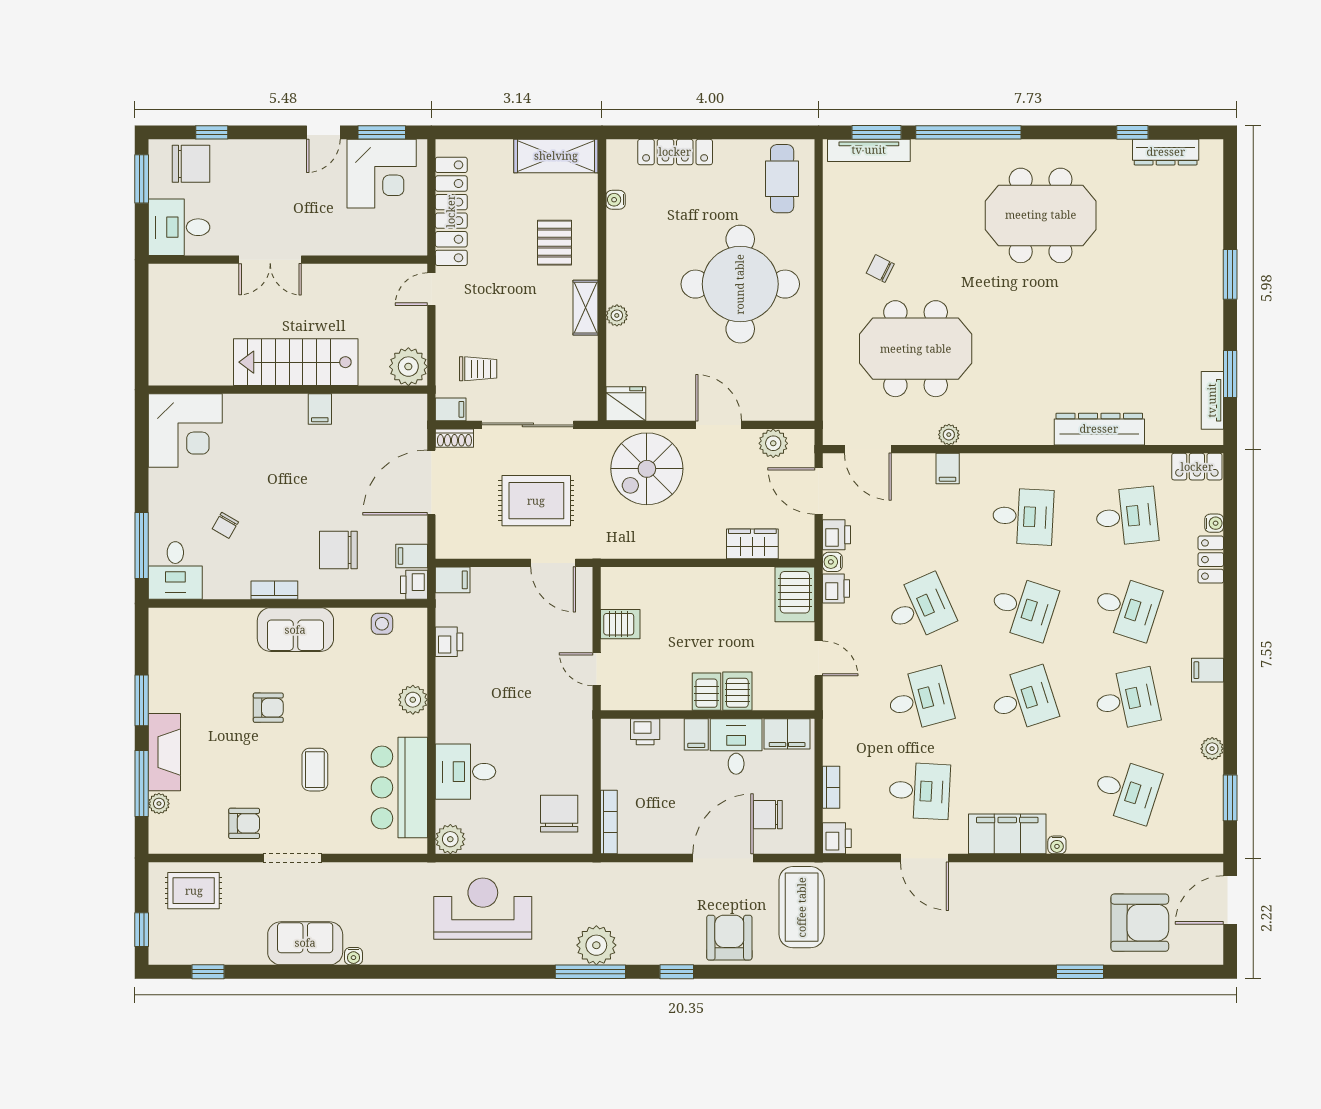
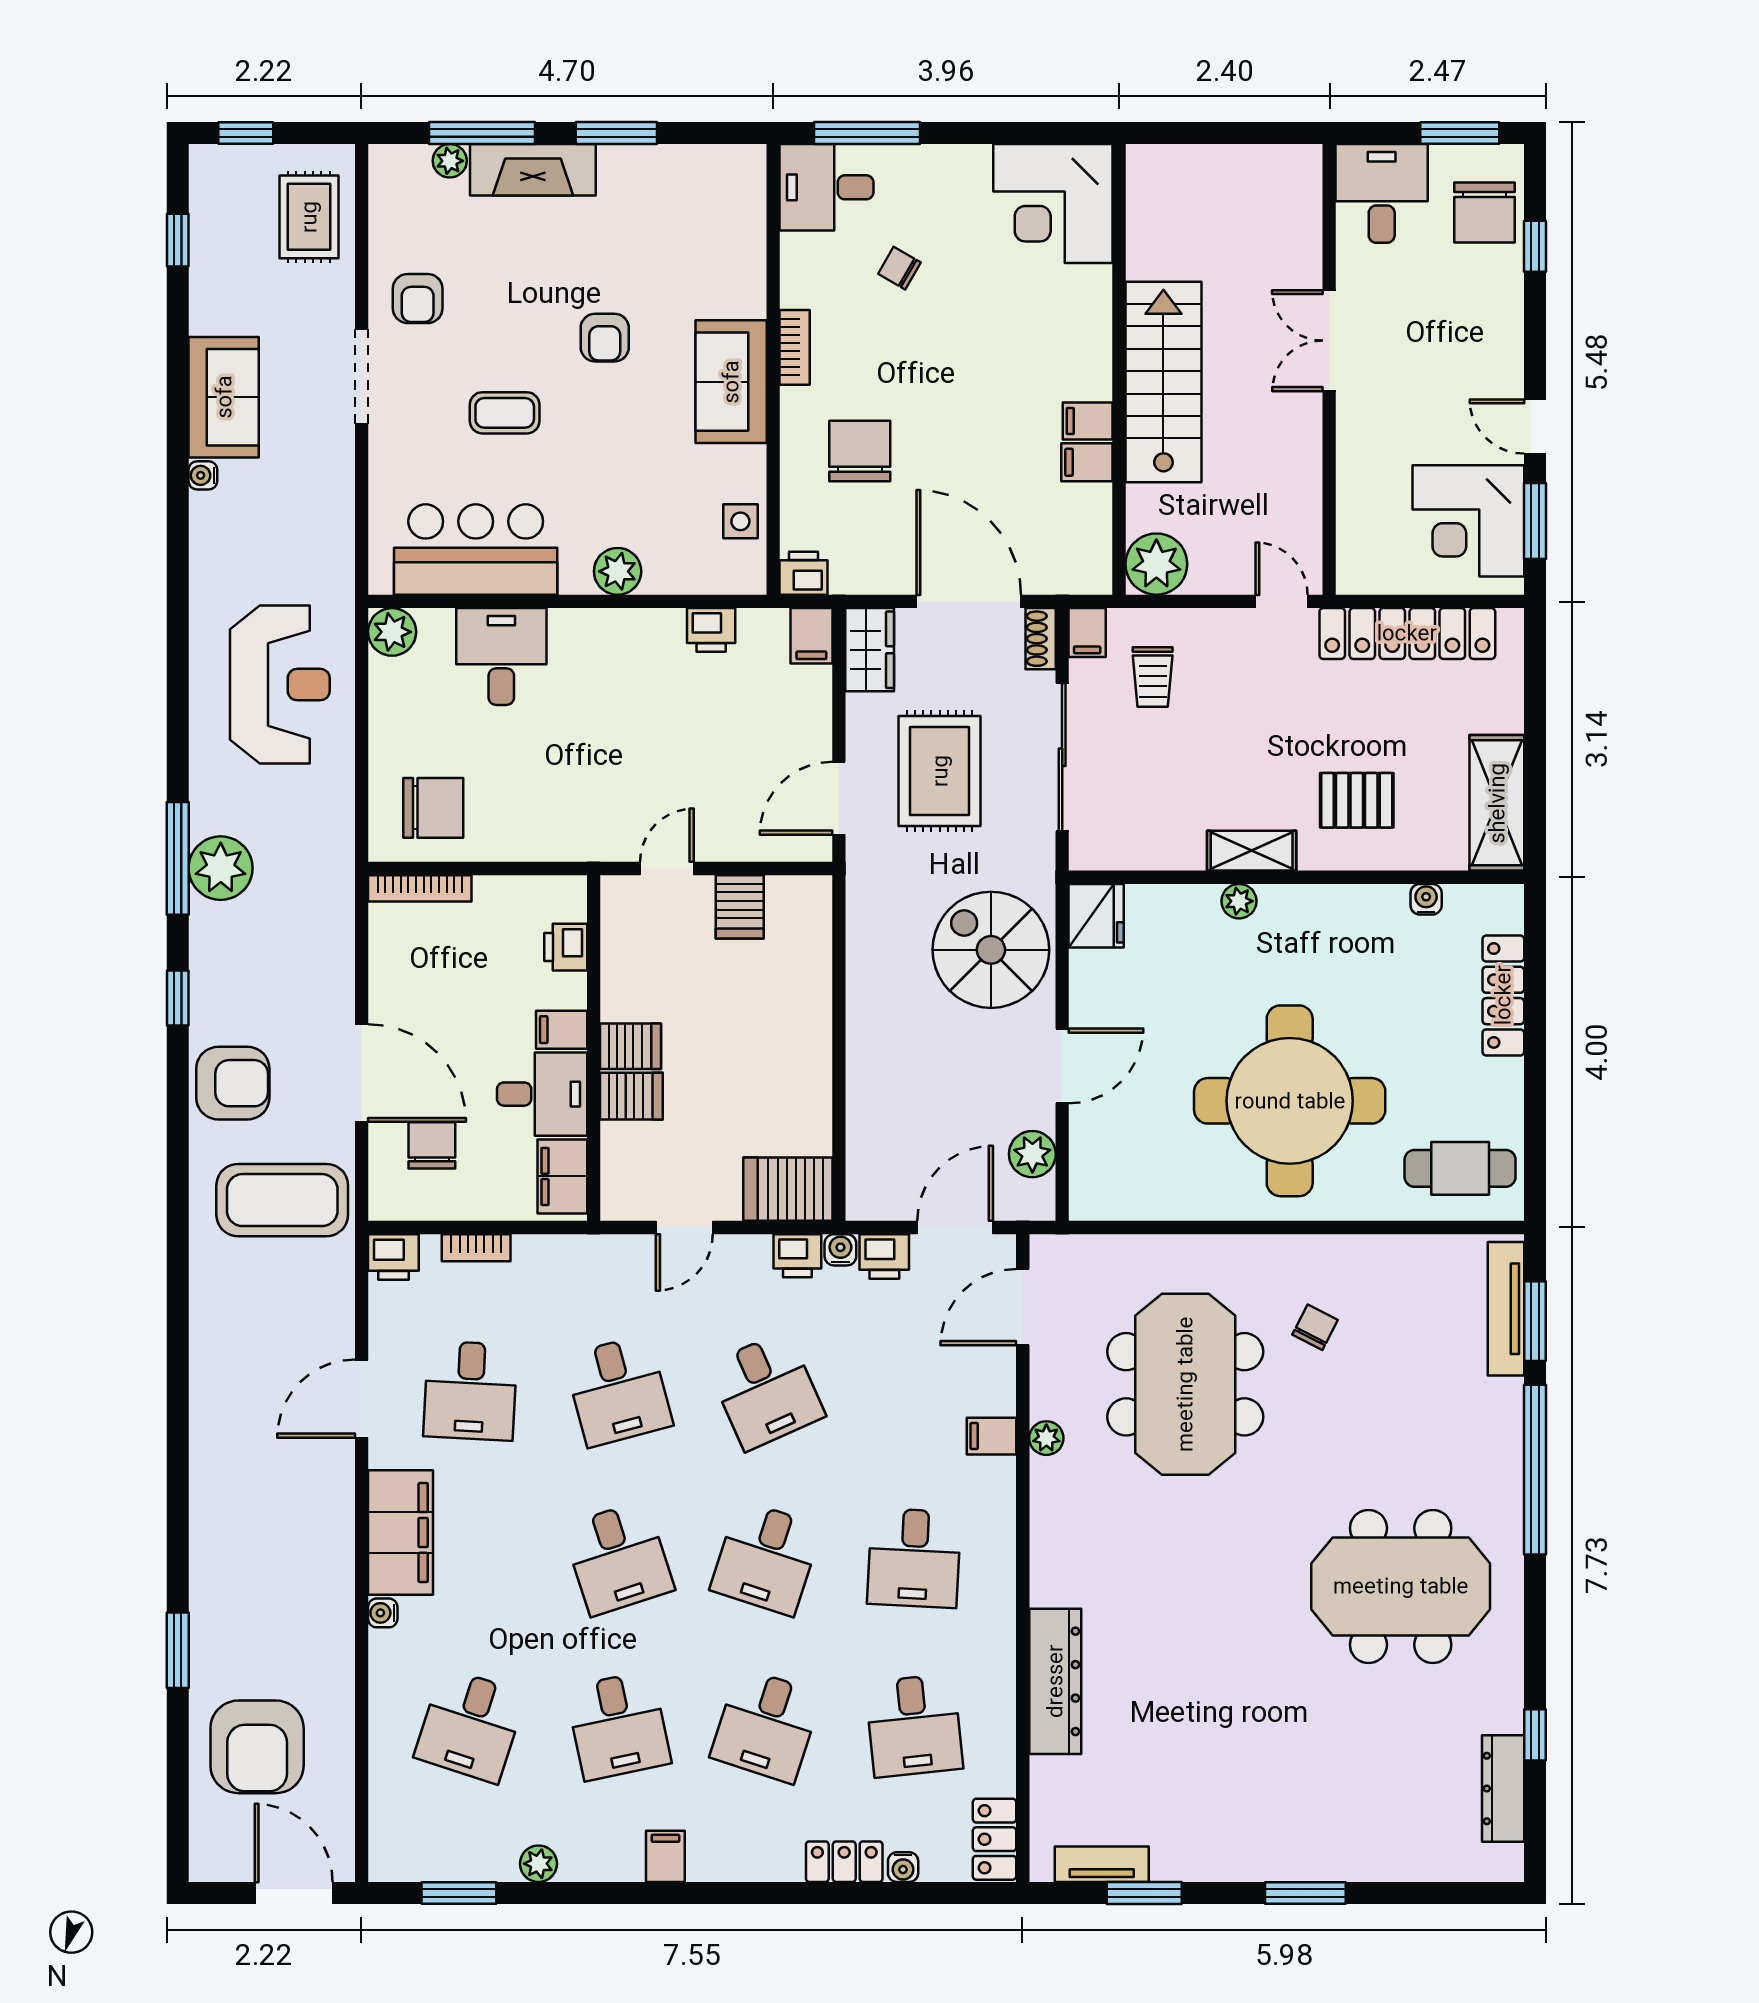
meeting table: (1041, 215) -> (1401, 1586), turned 90
wardrobe: (752, 544) -> (870, 650), moved
filing cabinet: (412, 556) -> (1087, 462), moved, turned -90

